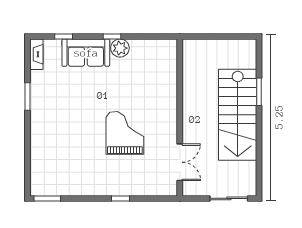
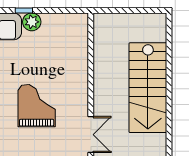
window: (259, 92) -> (169, 65), removed

